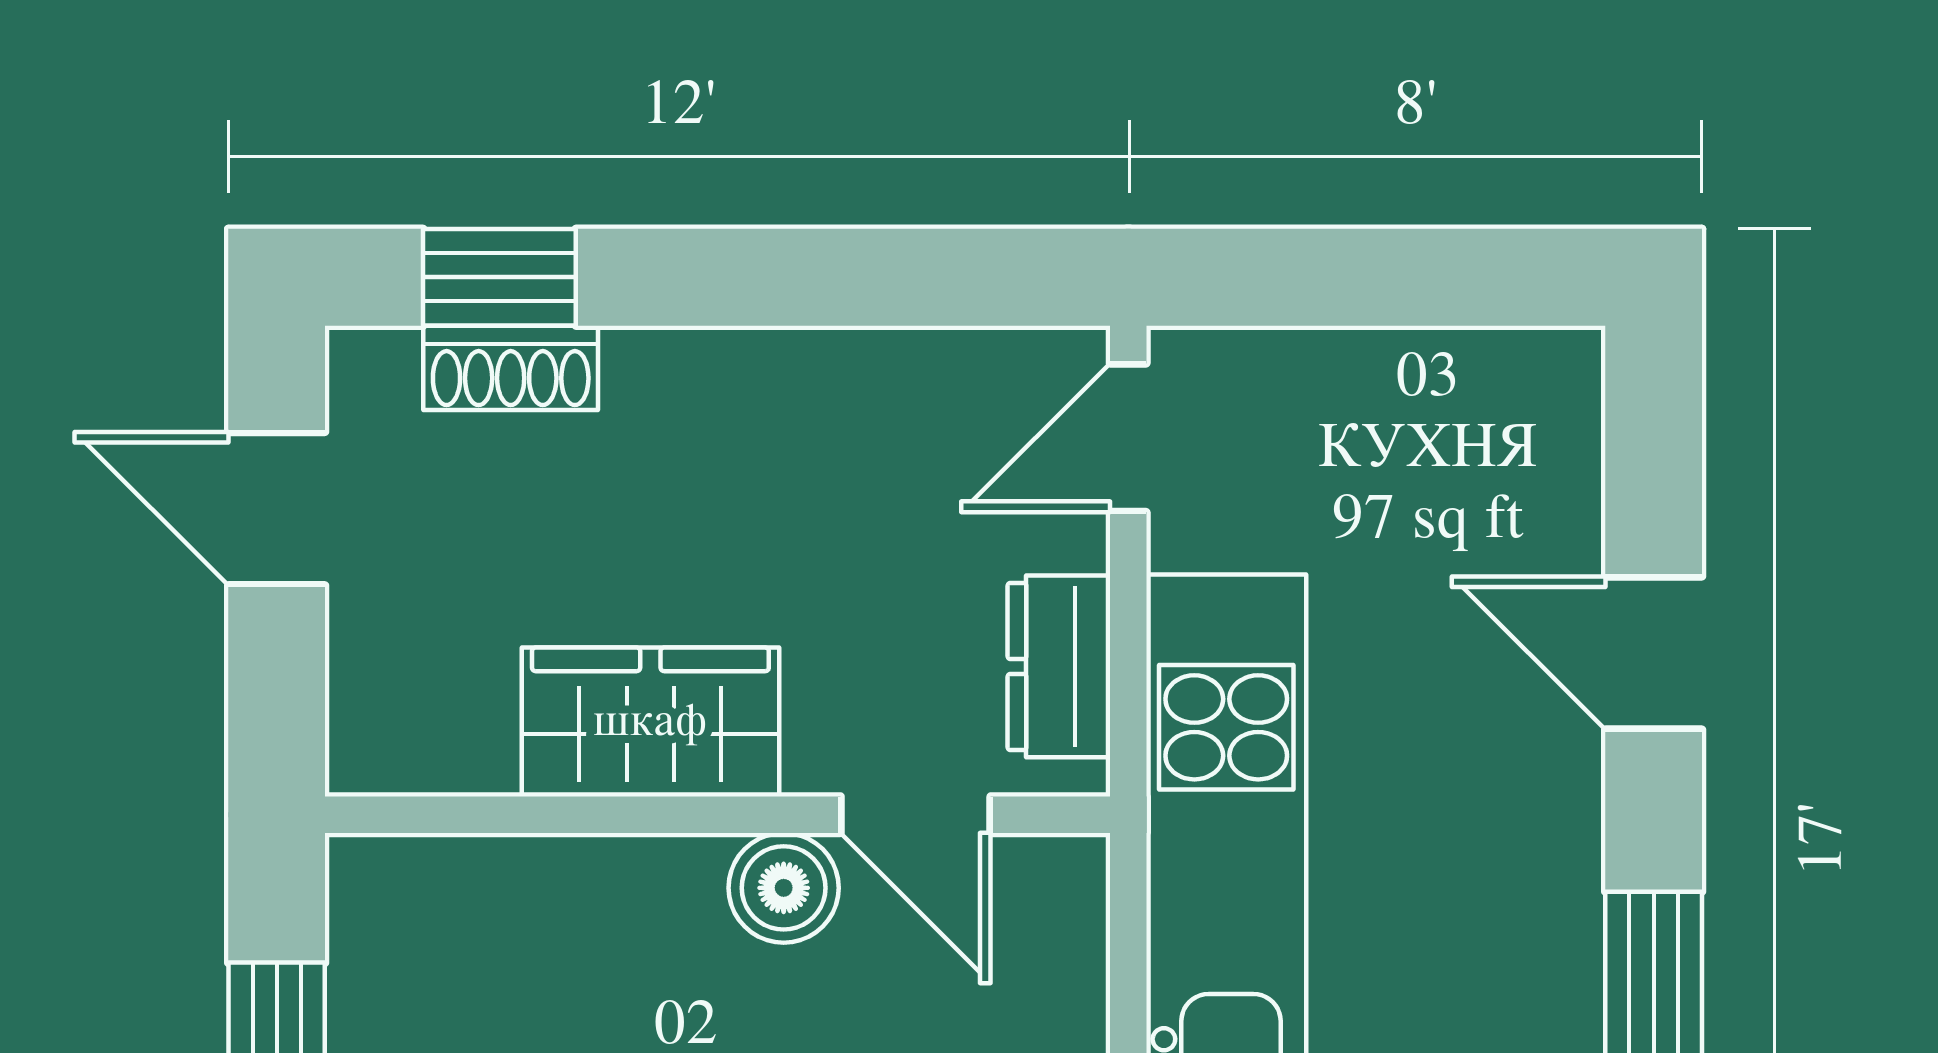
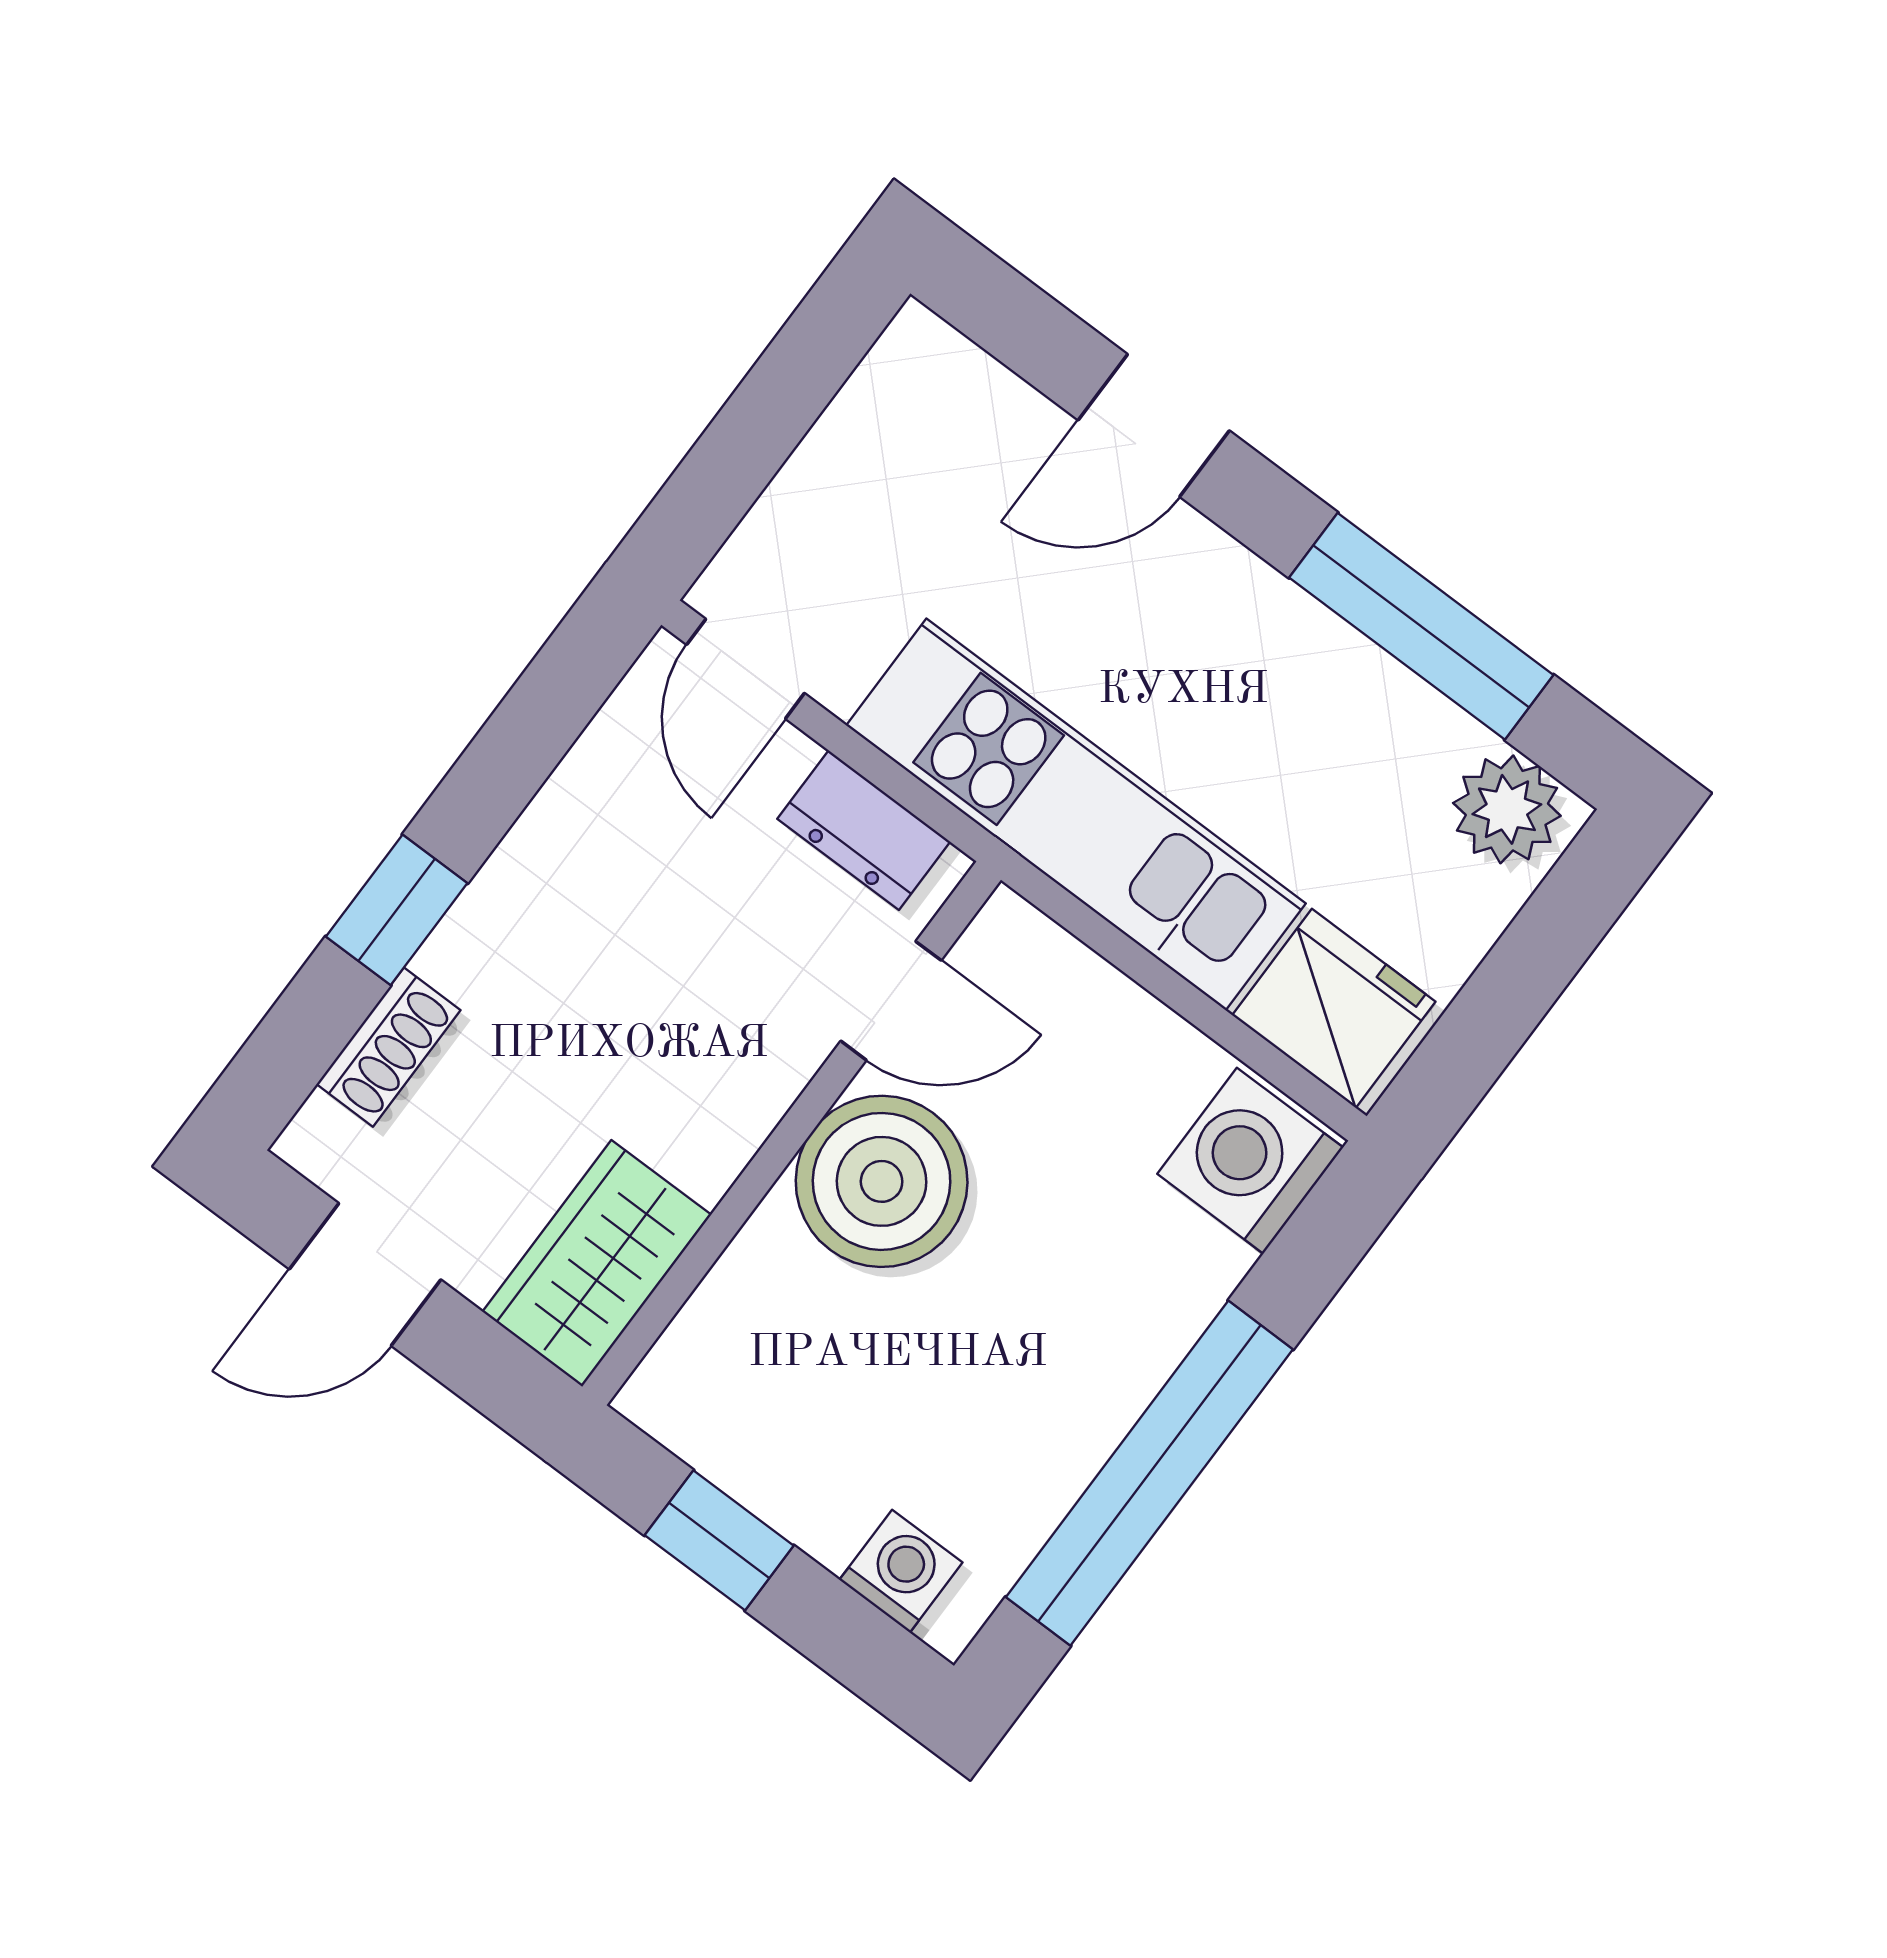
window: (499, 277) -> (397, 910), moved
wardrobe: (650, 722) -> (597, 1263), moved
boiler: (784, 888) -> (882, 1181), width x1.86, depth x1.86

